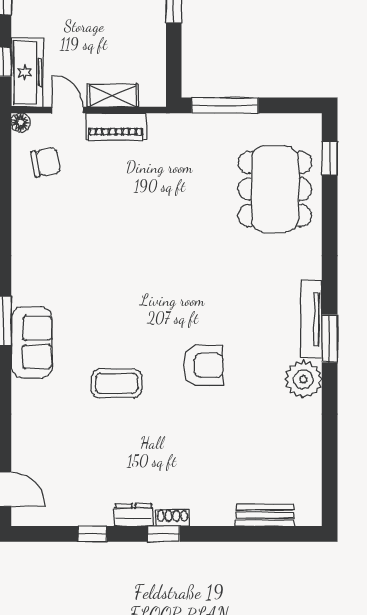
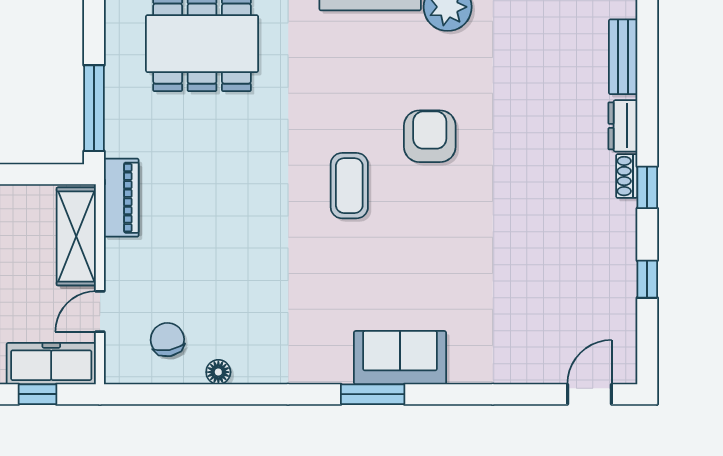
shelving: (113, 96) -> (76, 236), width x1.50, depth x1.33
floor lamp: (21, 123) -> (218, 372), moved
piano: (116, 127) -> (121, 198), moved
coffee table: (117, 383) -> (349, 186), moved
dresser: (133, 515) -> (623, 126), moved

